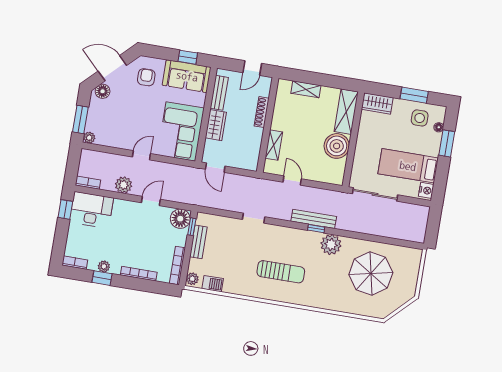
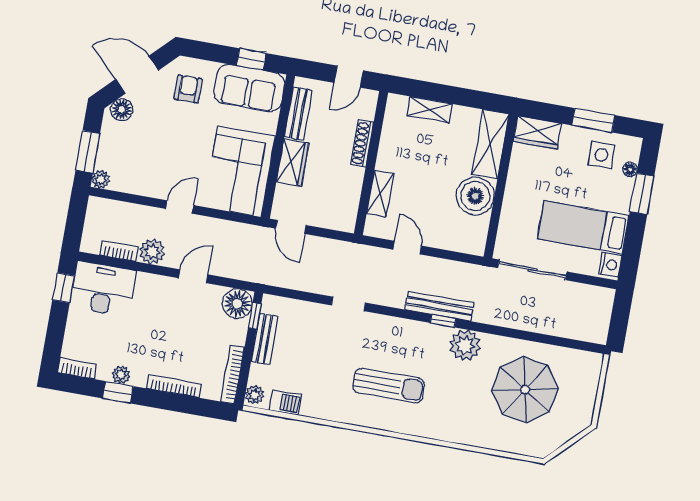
bookcase: (88, 183) -> (119, 251), moved

